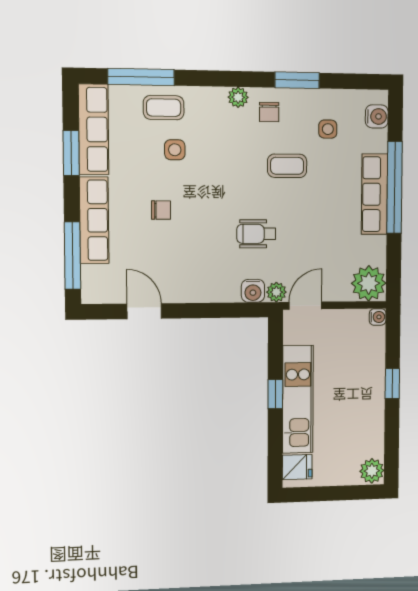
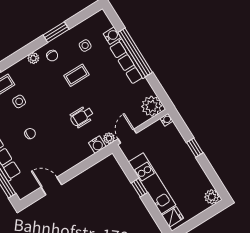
water cooler: (377, 116) -> (112, 36), moved

